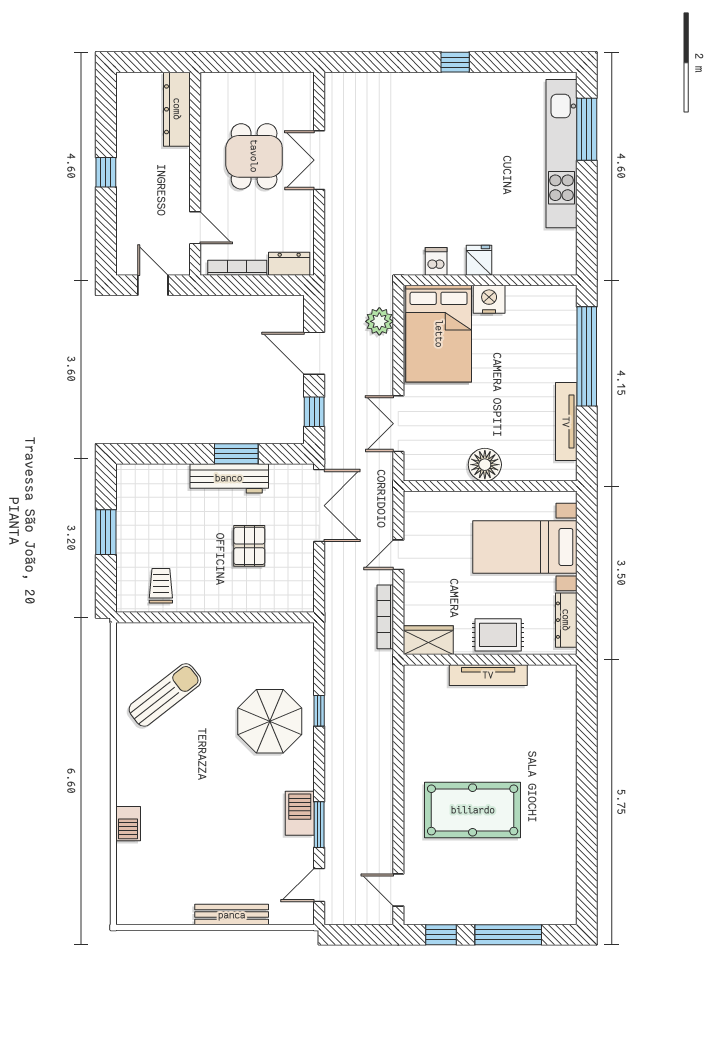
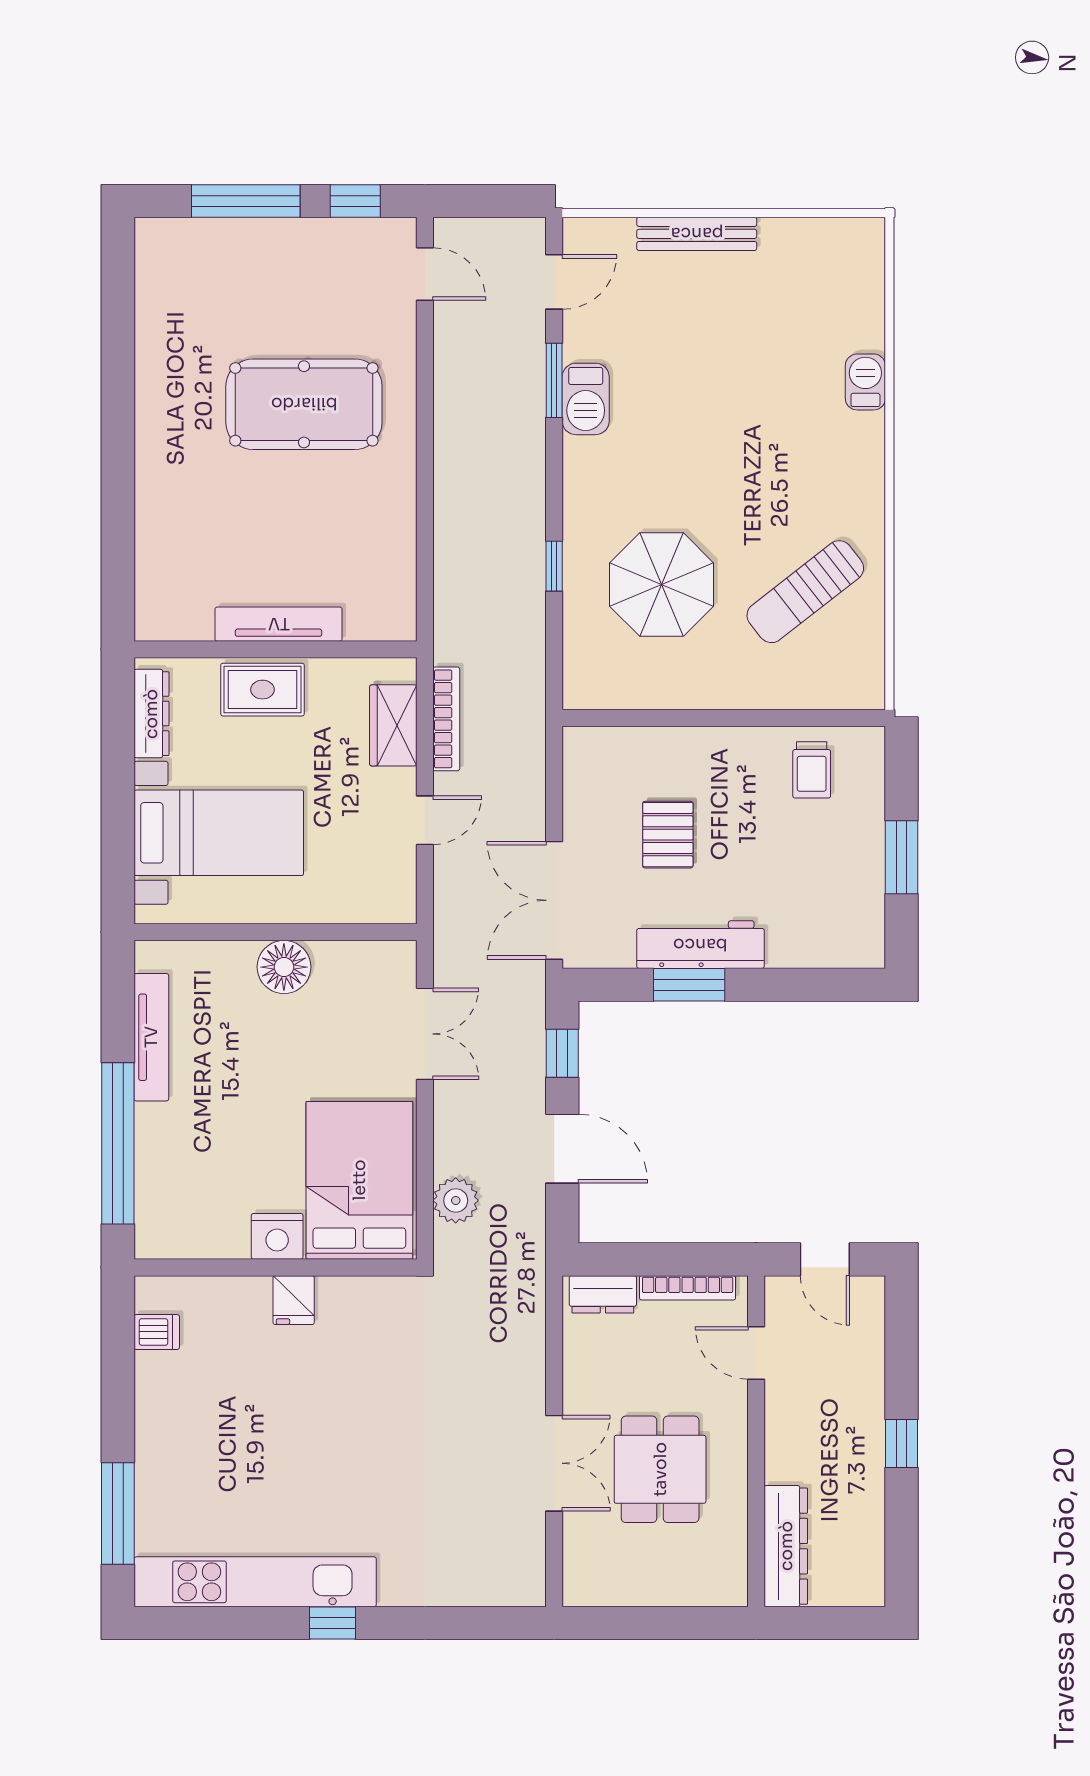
kitchen unit: (562, 154) -> (255, 1582), moved, turned -90
dishwasher: (436, 261) -> (157, 1332), moved, turned -90
wardrobe: (428, 640) -> (393, 725), moved, turned 90
parasol: (270, 721) -> (662, 585), moved

